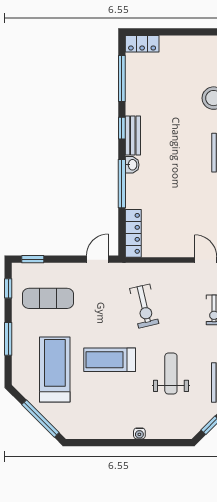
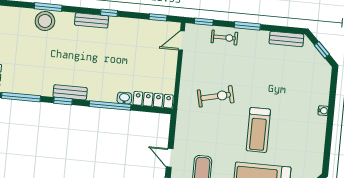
washbasin: (132, 165) -> (124, 98), moved
door: (97, 259) -> (170, 158), moved
weight bench: (171, 374) -> (275, 79), removed

